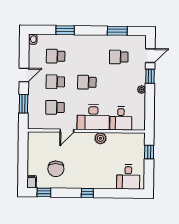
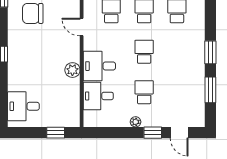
window: (65, 30) -> (210, 52), moved
school desk: (119, 57) -> (144, 92), moved
desk: (93, 117) -> (99, 66), width x0.73

